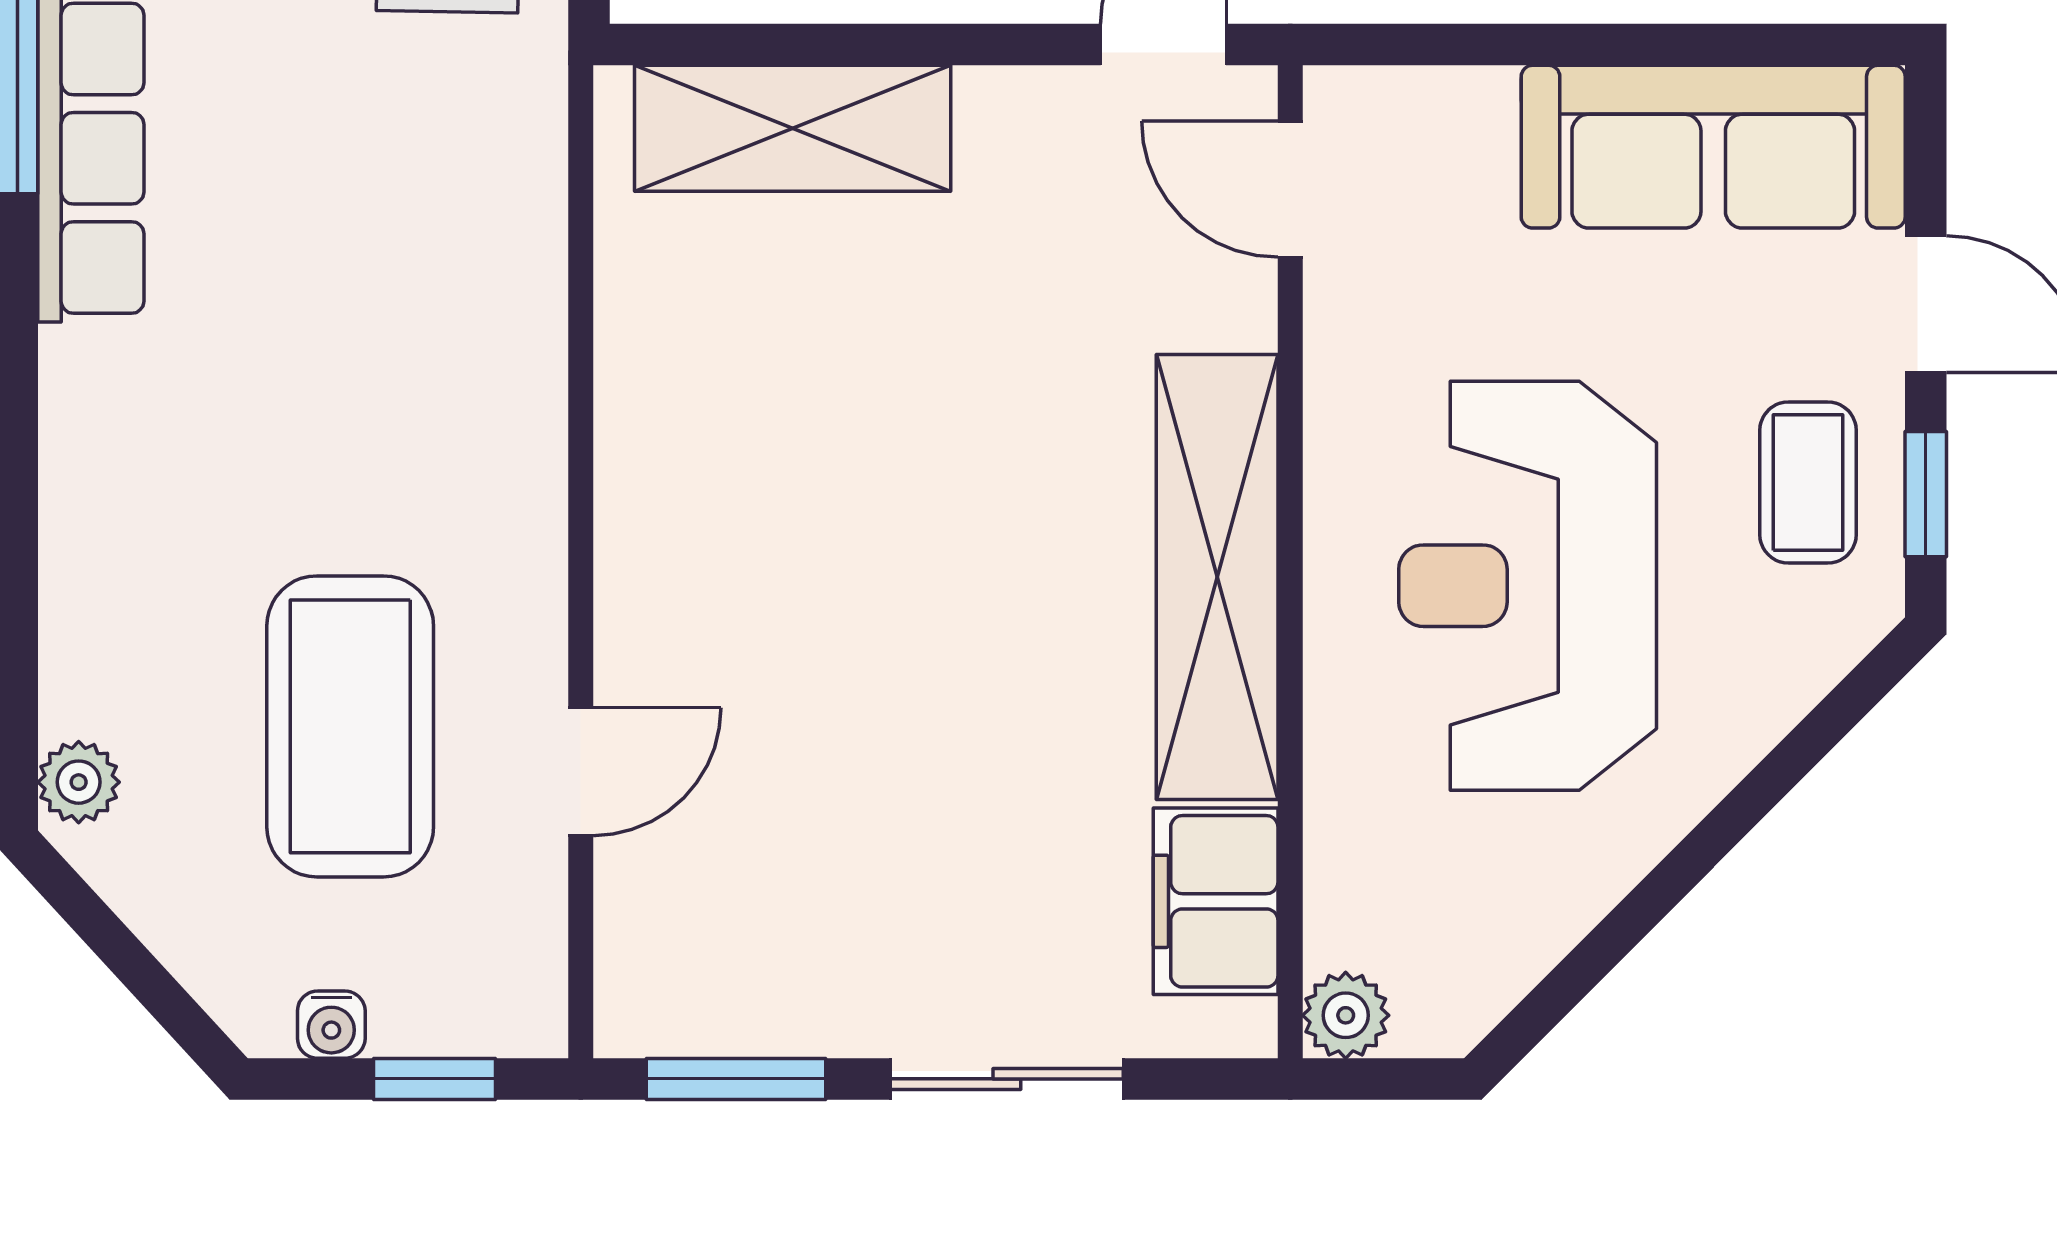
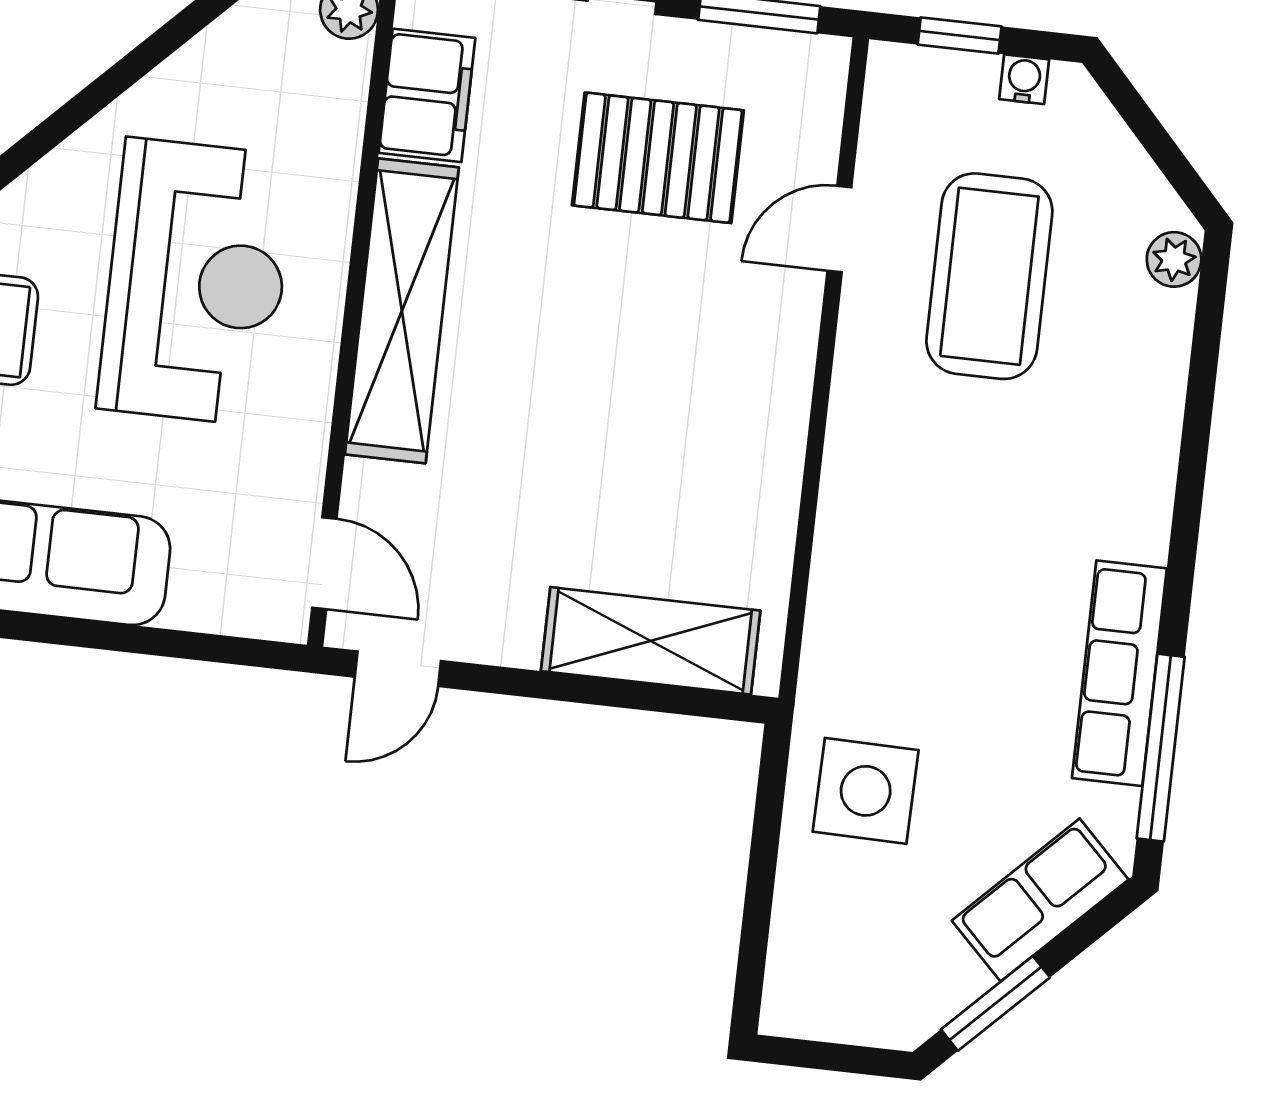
pallet: (862, 847) -> (658, 158), added

